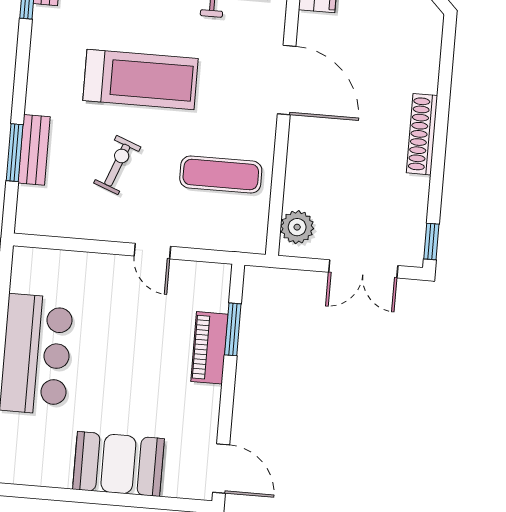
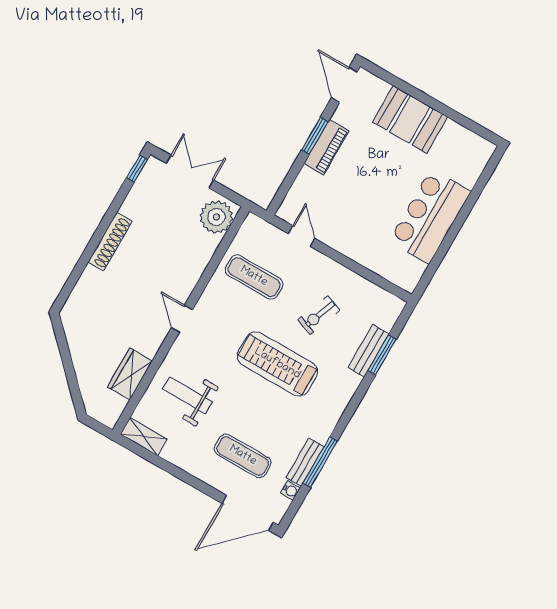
door: (287, 80) -> (182, 319), width x0.53
plant: (297, 227) -> (216, 217), width x1.36, depth x1.36
door: (152, 251) -> (301, 236), moved
window: (233, 329) -> (315, 136), moved
piano: (209, 348) -> (326, 147), moved

